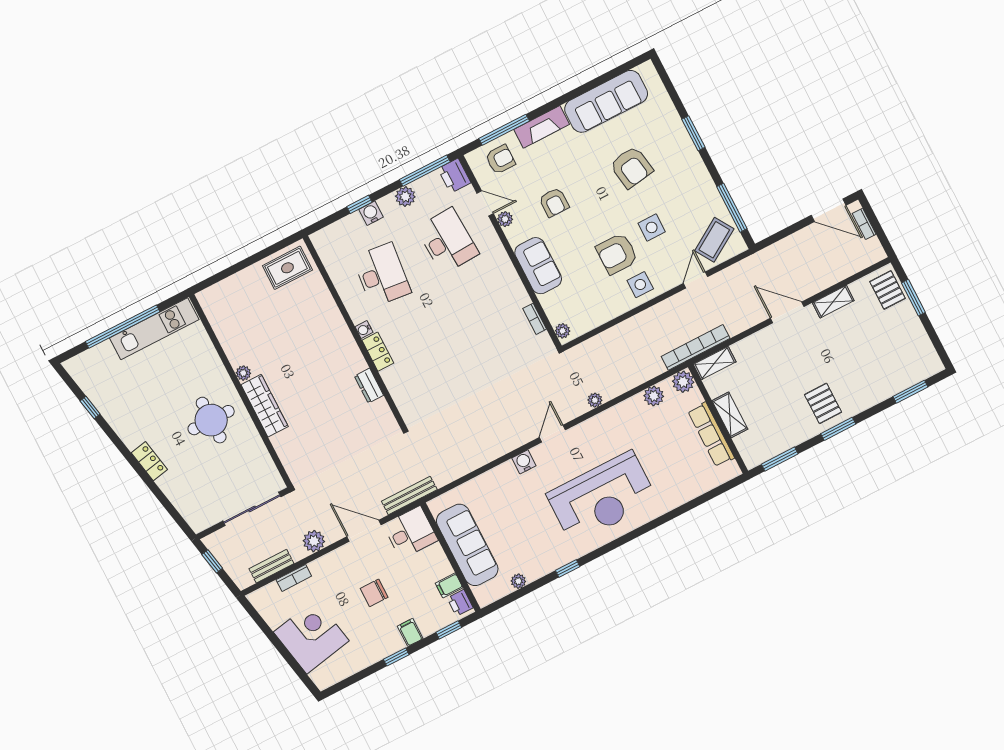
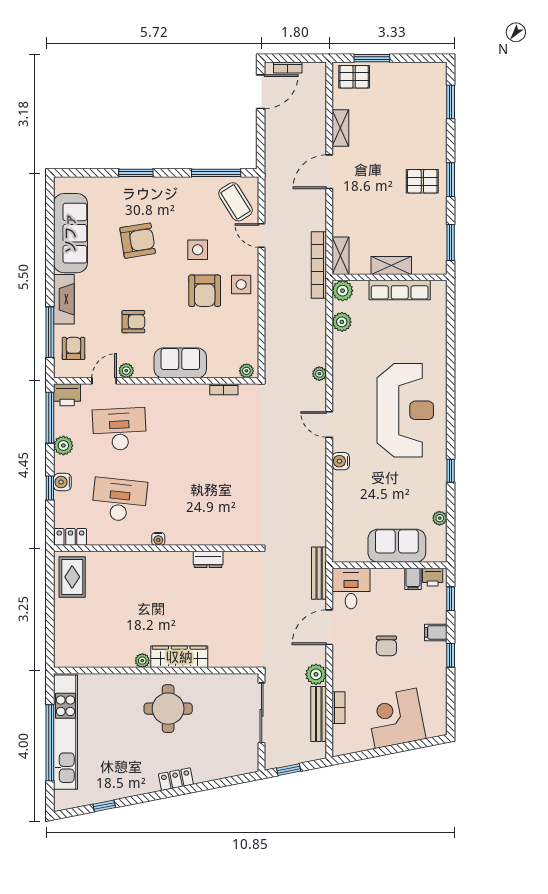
kitchen unit: (154, 329) -> (65, 732), width x1.36
locker: (378, 352) -> (70, 537), moved
sofa: (467, 545) -> (397, 546), width x0.73
bench: (271, 566) -> (319, 714), width x1.36

